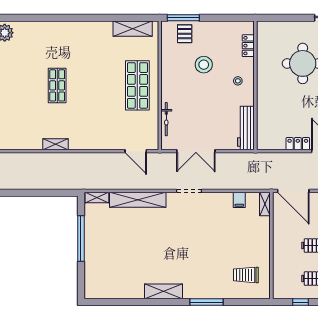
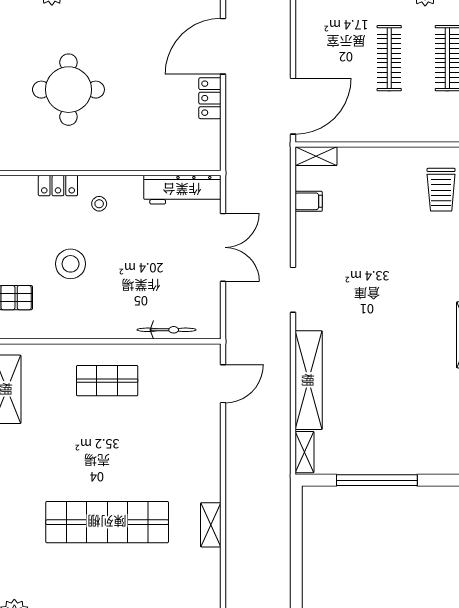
locker: (248, 46) -> (58, 186), moved
shop shelf: (57, 85) -> (107, 522), width x2.00, depth x1.36
shop shelf: (137, 85) -> (107, 381), width x0.70, depth x0.74
double door: (196, 151) -> (223, 247), moved

